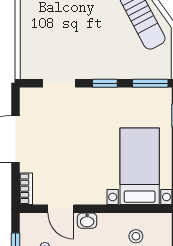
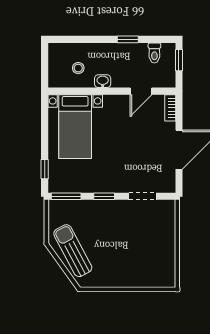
door: (61, 209) -> (141, 91), swing flipped
washbasin: (87, 221) -> (103, 81), moved

